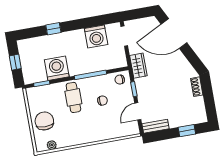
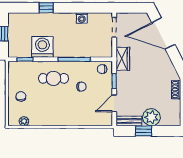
washing machine: (96, 36) -> (82, 18), width x0.53, depth x0.53
cafe table: (73, 97) -> (54, 78), turned 90
plant: (177, 118) -> (151, 117), added
chair: (44, 121) -> (21, 96), width x0.54, depth x0.54
window: (187, 131) -> (144, 131), moved

